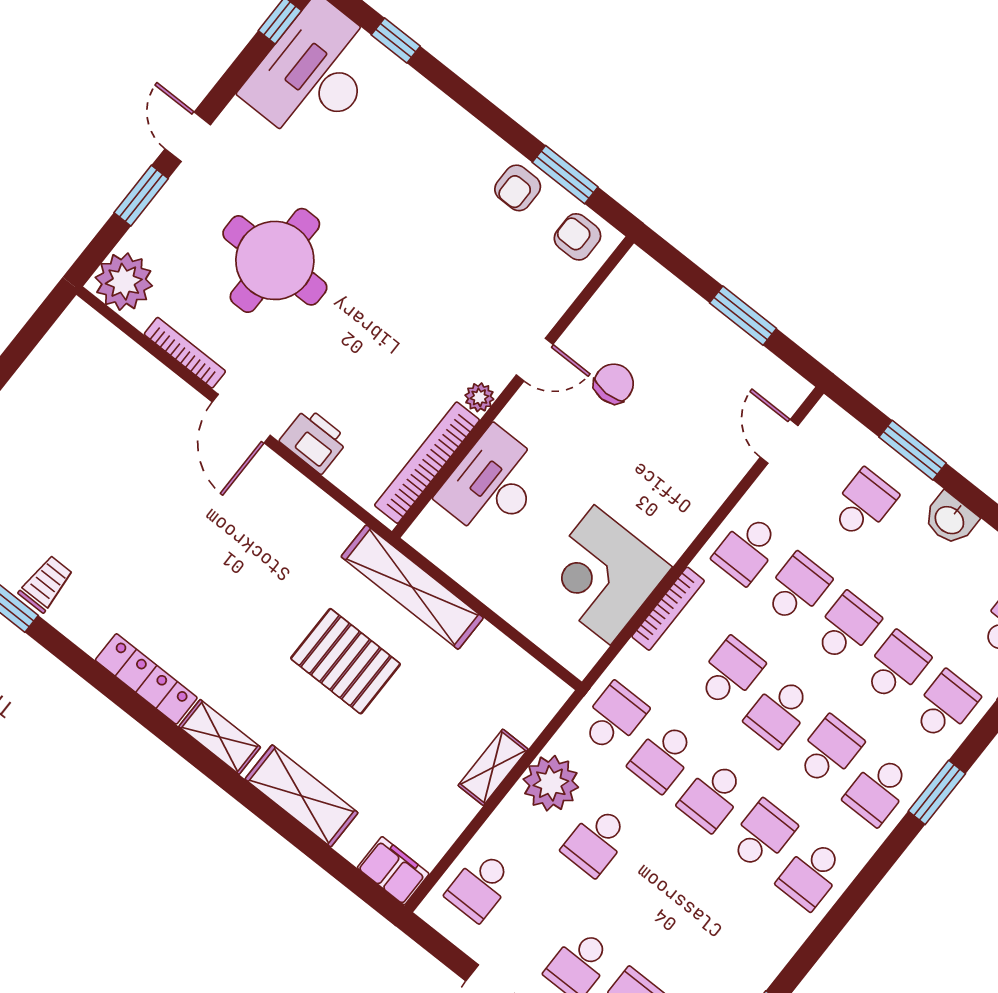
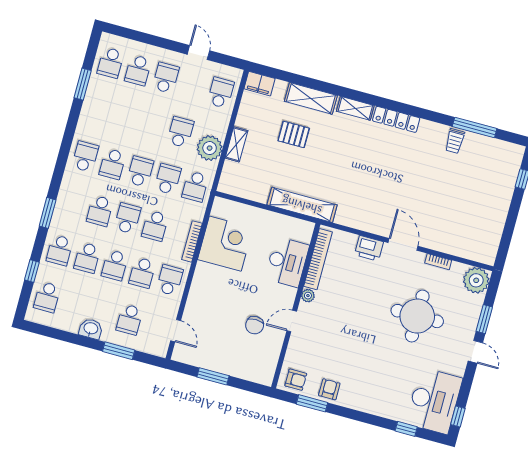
bookcase: (185, 353) -> (438, 262), width x0.64
pallet: (345, 661) -> (294, 134), moved, width x0.67, depth x0.71
school desk: (878, 790) -> (72, 203), removed

